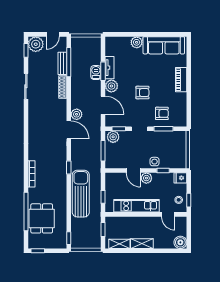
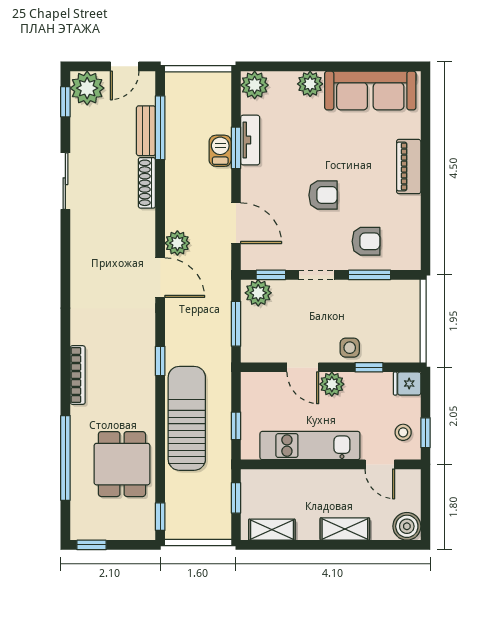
plant: (111, 86) -> (255, 85), moved
dining table: (42, 218) -> (122, 464), moved
shelving: (142, 244) -> (345, 529), moved

